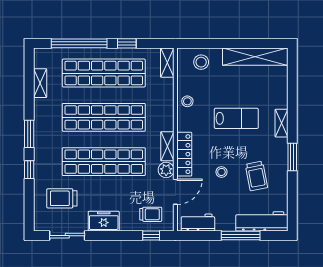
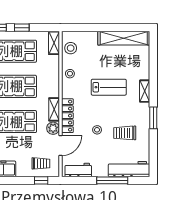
stool: (201, 62) -> (71, 48), moved
trolley: (256, 176) -> (125, 133), turned 101

